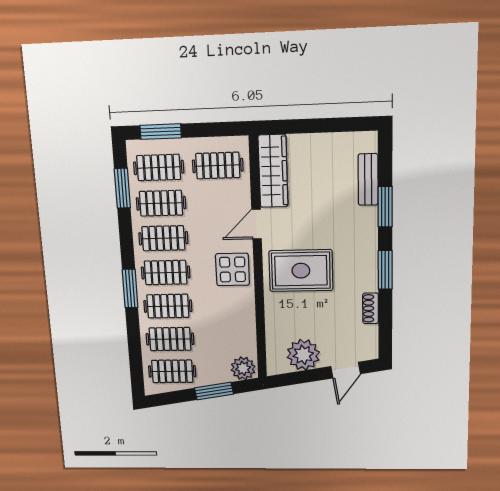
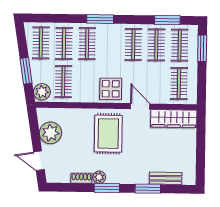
clothes rail: (166, 273) -> (63, 82), moved
plant: (369, 282) -> (99, 177), added

